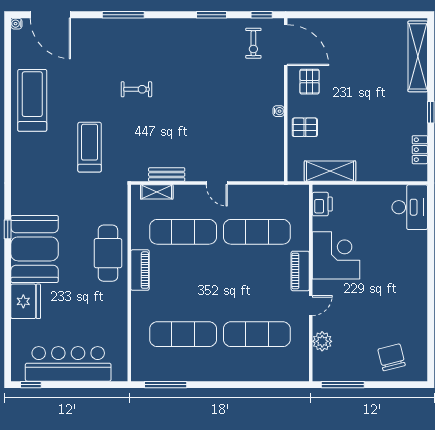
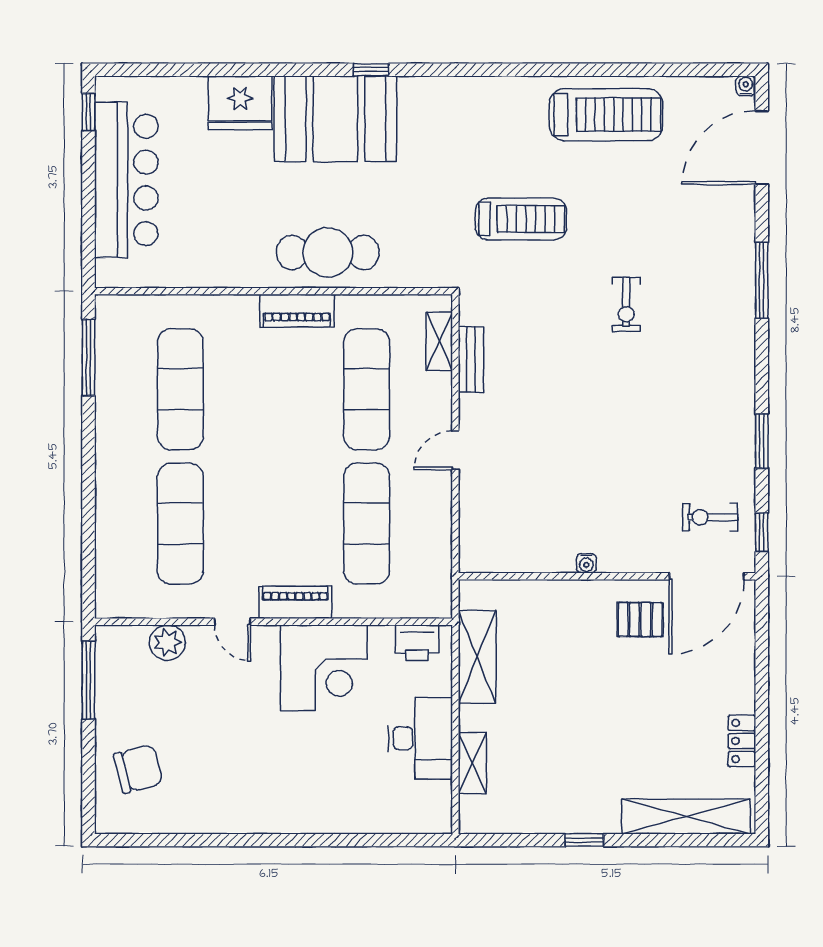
pallet: (305, 127) -> (557, 611), removed
locker: (420, 150) -> (742, 741), moved, turned -90
shelving: (388, 174) -> (472, 763), added
desk: (410, 207) -> (420, 738), moved, turned -90

